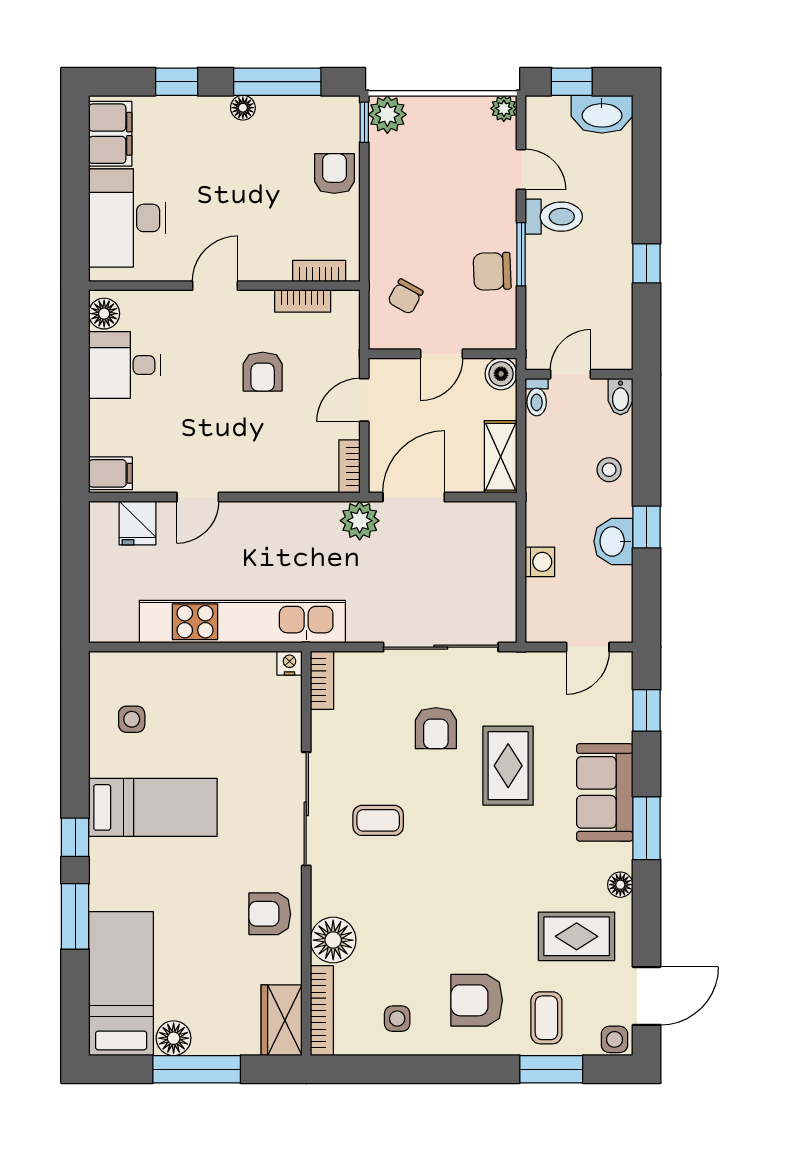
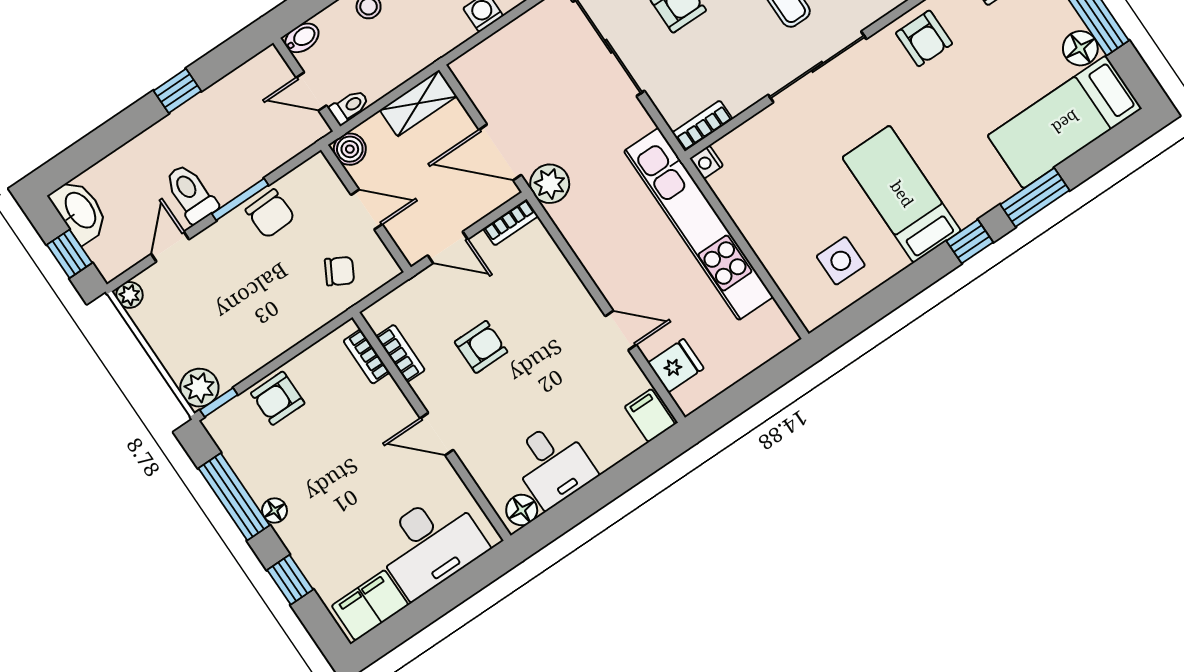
side table: (132, 719) -> (841, 261), width x1.37, depth x1.37

